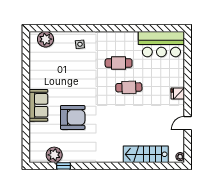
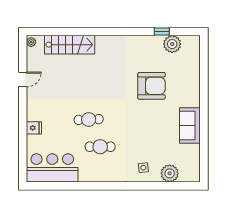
plant: (46, 39) -> (170, 173), moved
fridge: (178, 94) -> (34, 128), moved
sofa: (38, 105) -> (190, 125), moved
armchair: (73, 117) -> (151, 86), turned 180

